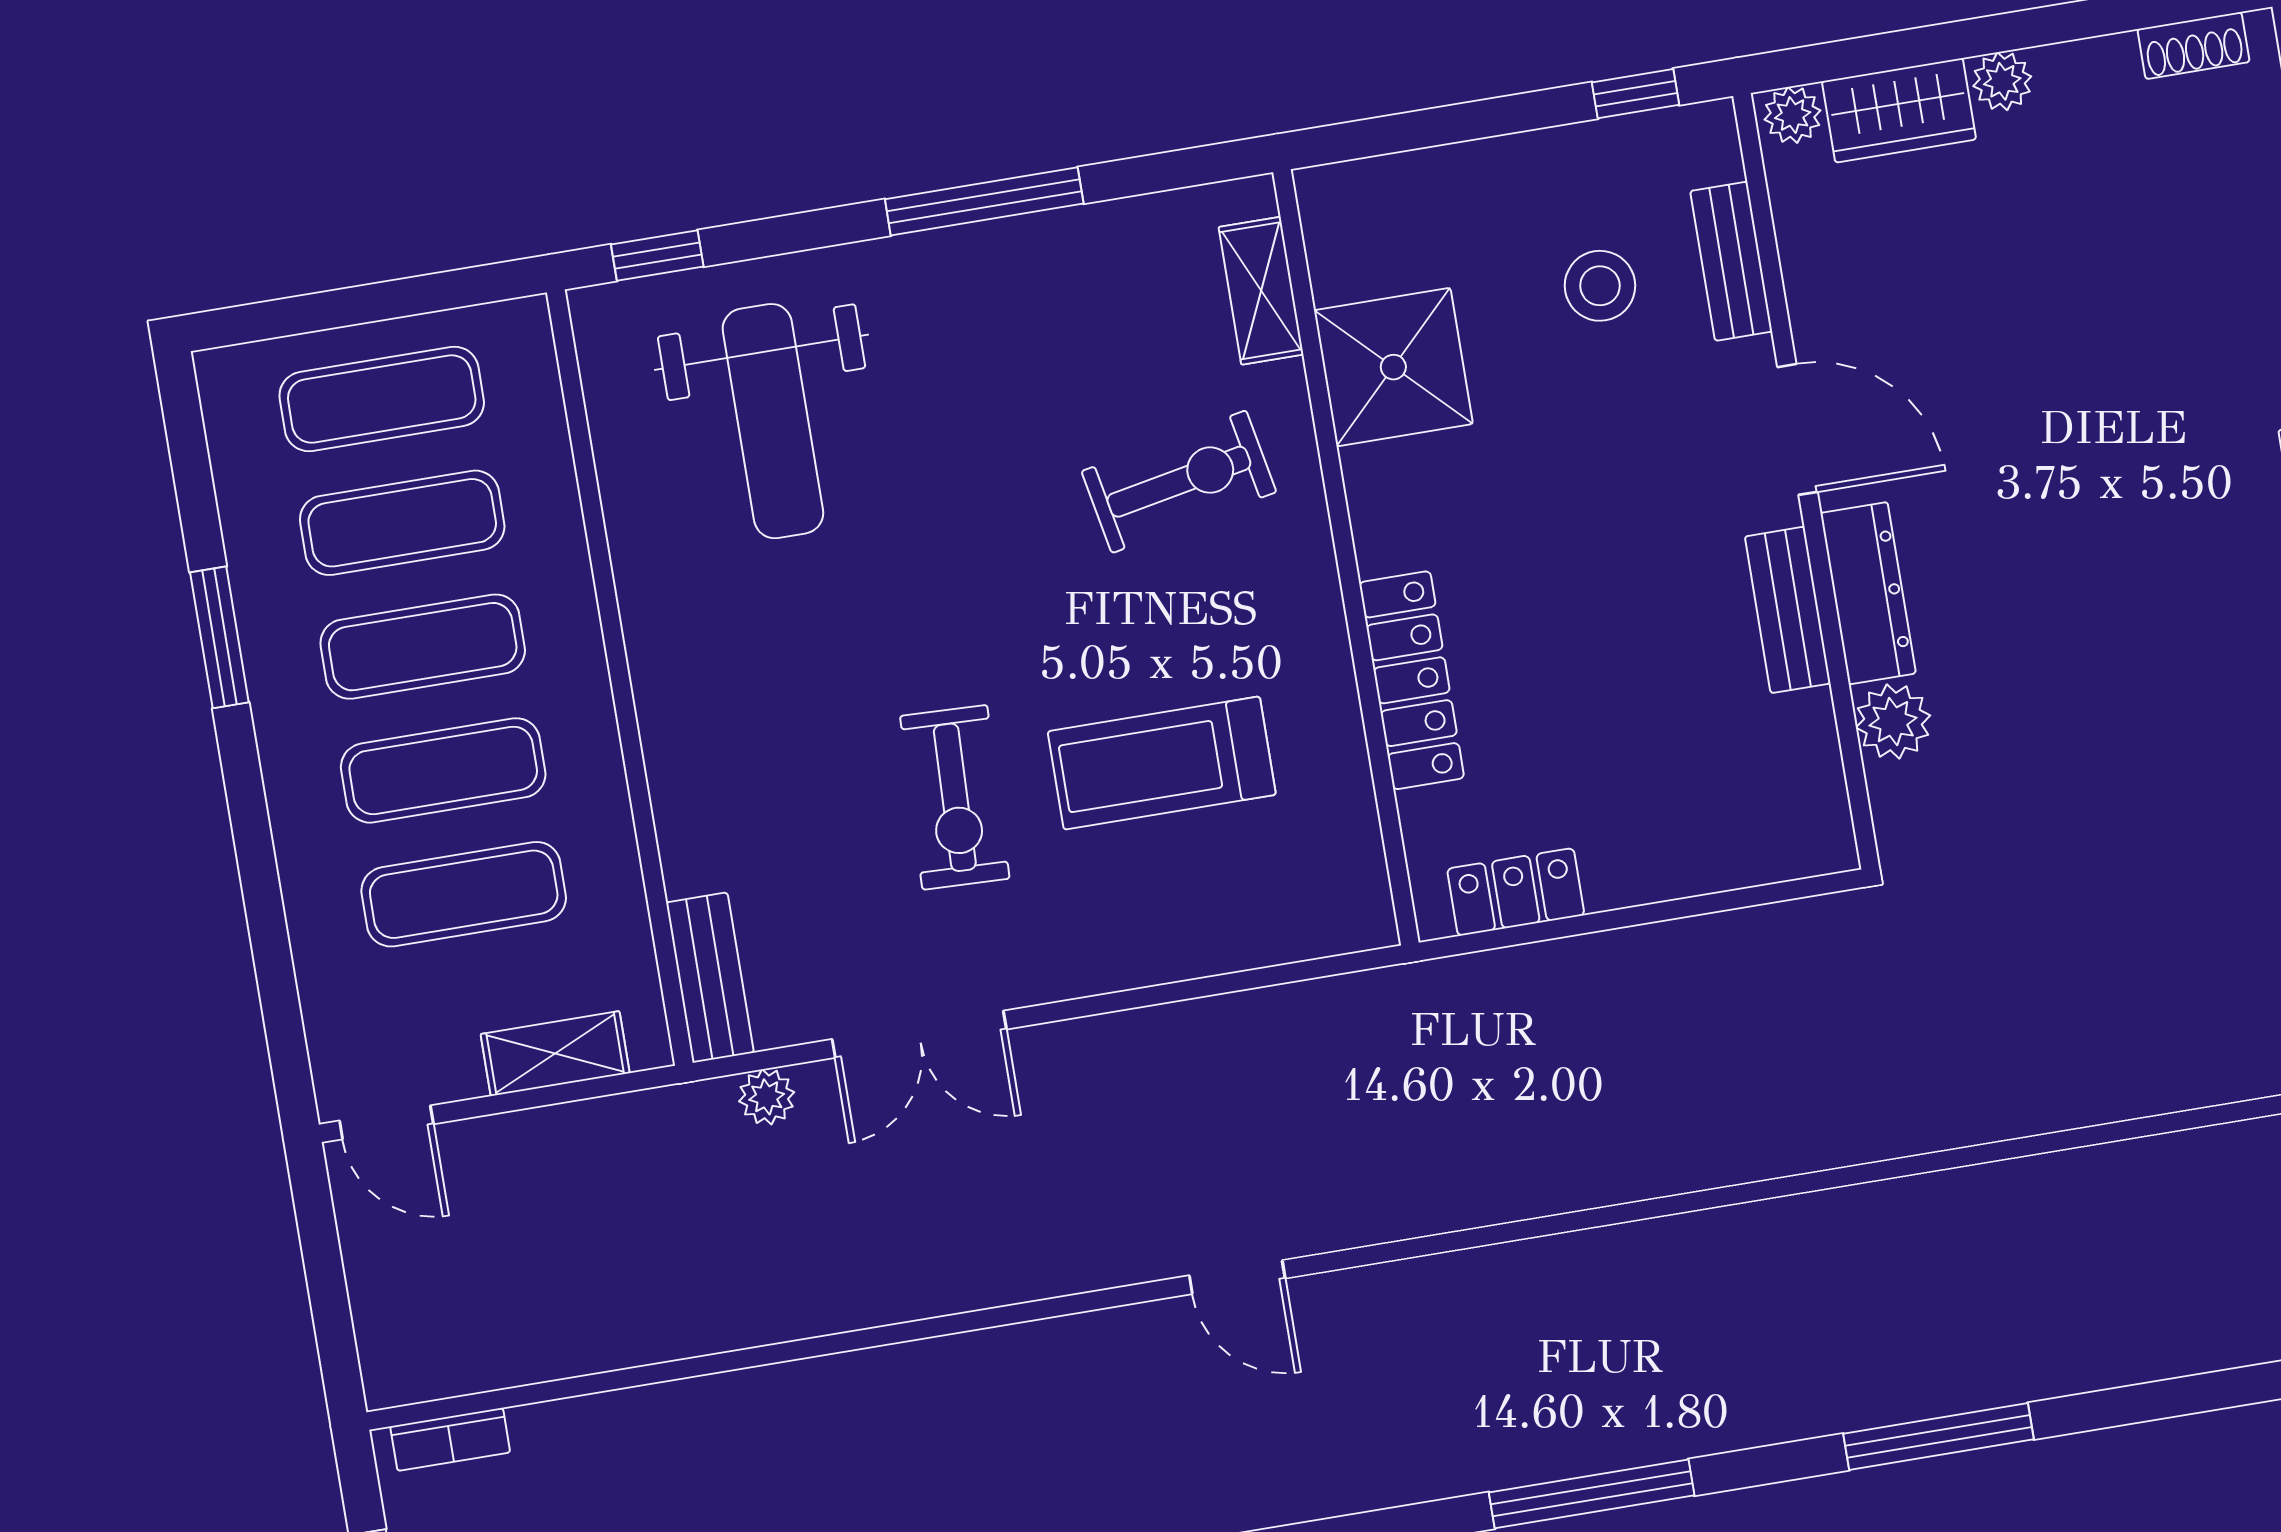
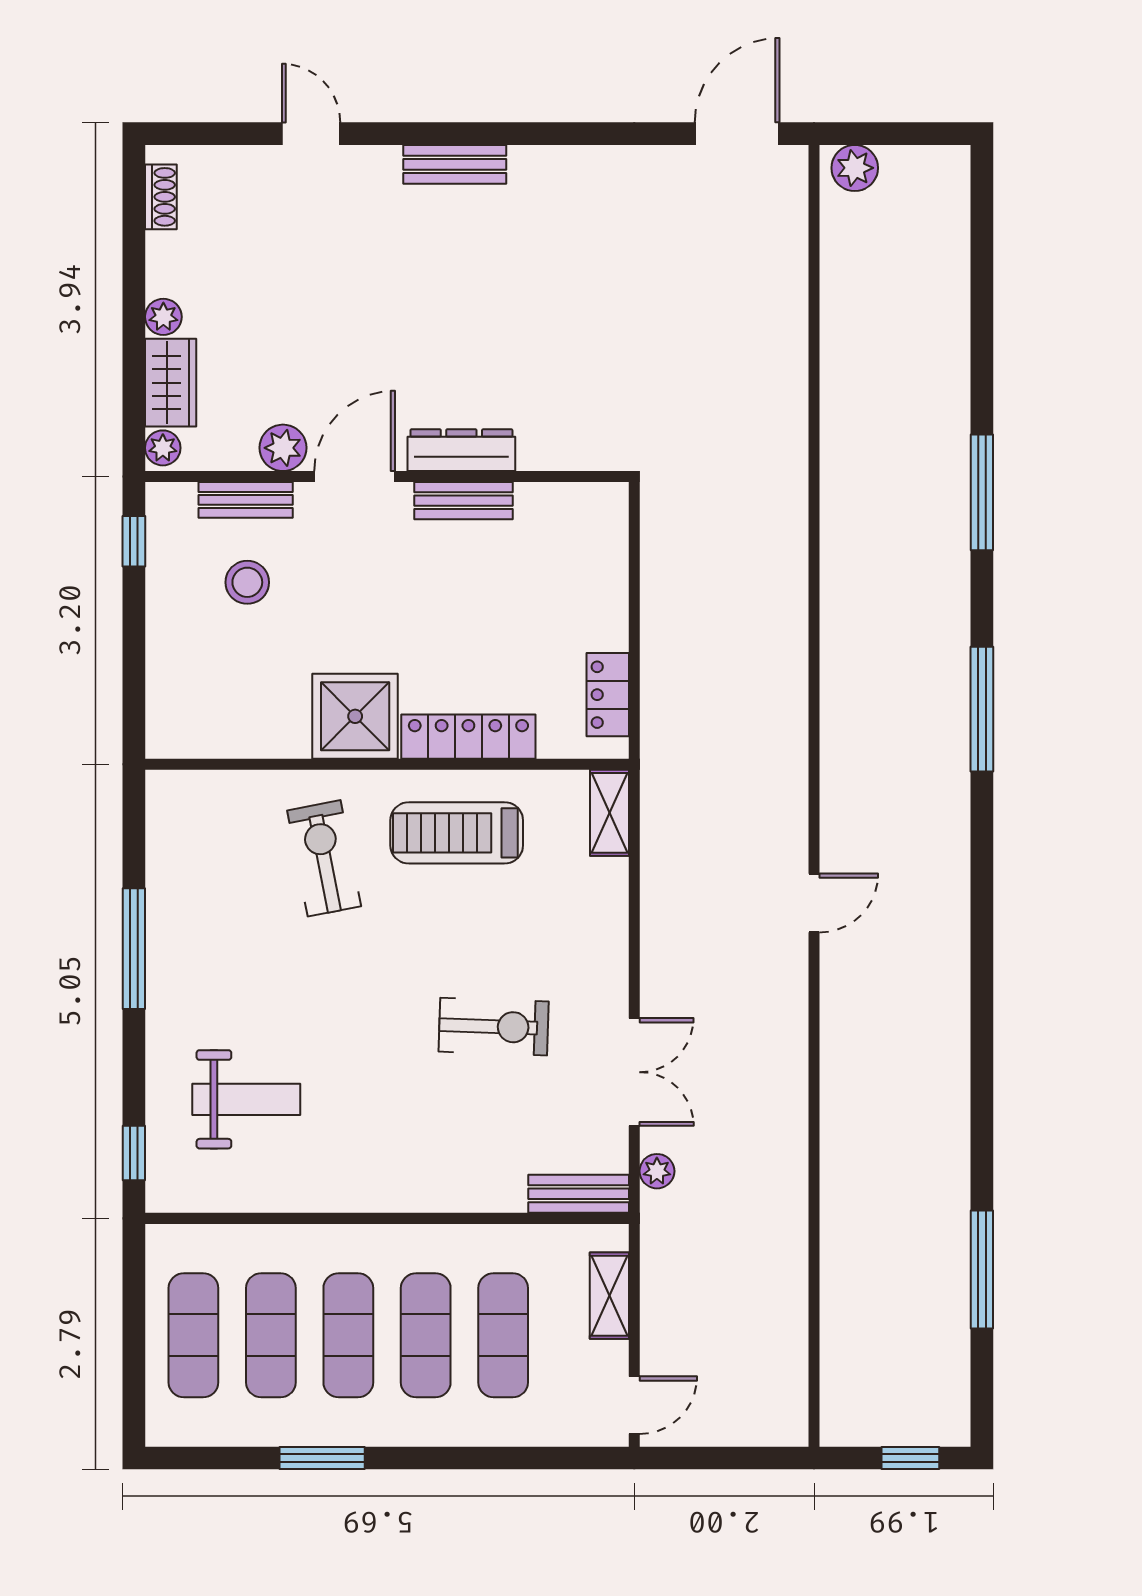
shelving: (1261, 291) -> (609, 813), moved, turned 90
shower: (1393, 367) -> (355, 716), moved
weight bench: (773, 421) -> (246, 1099), width x0.73, depth x0.75
plant: (1893, 722) -> (283, 448), moved
treadmill: (1162, 763) -> (457, 833), moved, turned 90
bookcase: (450, 1439) -> (834, 1398), removed

